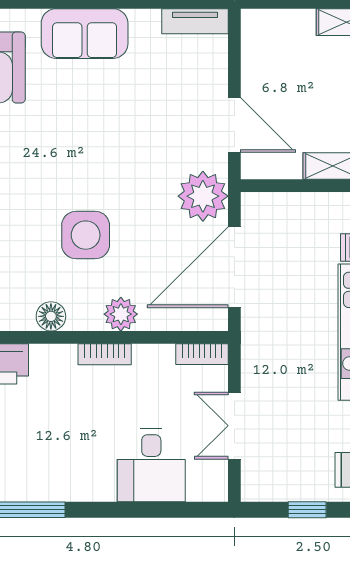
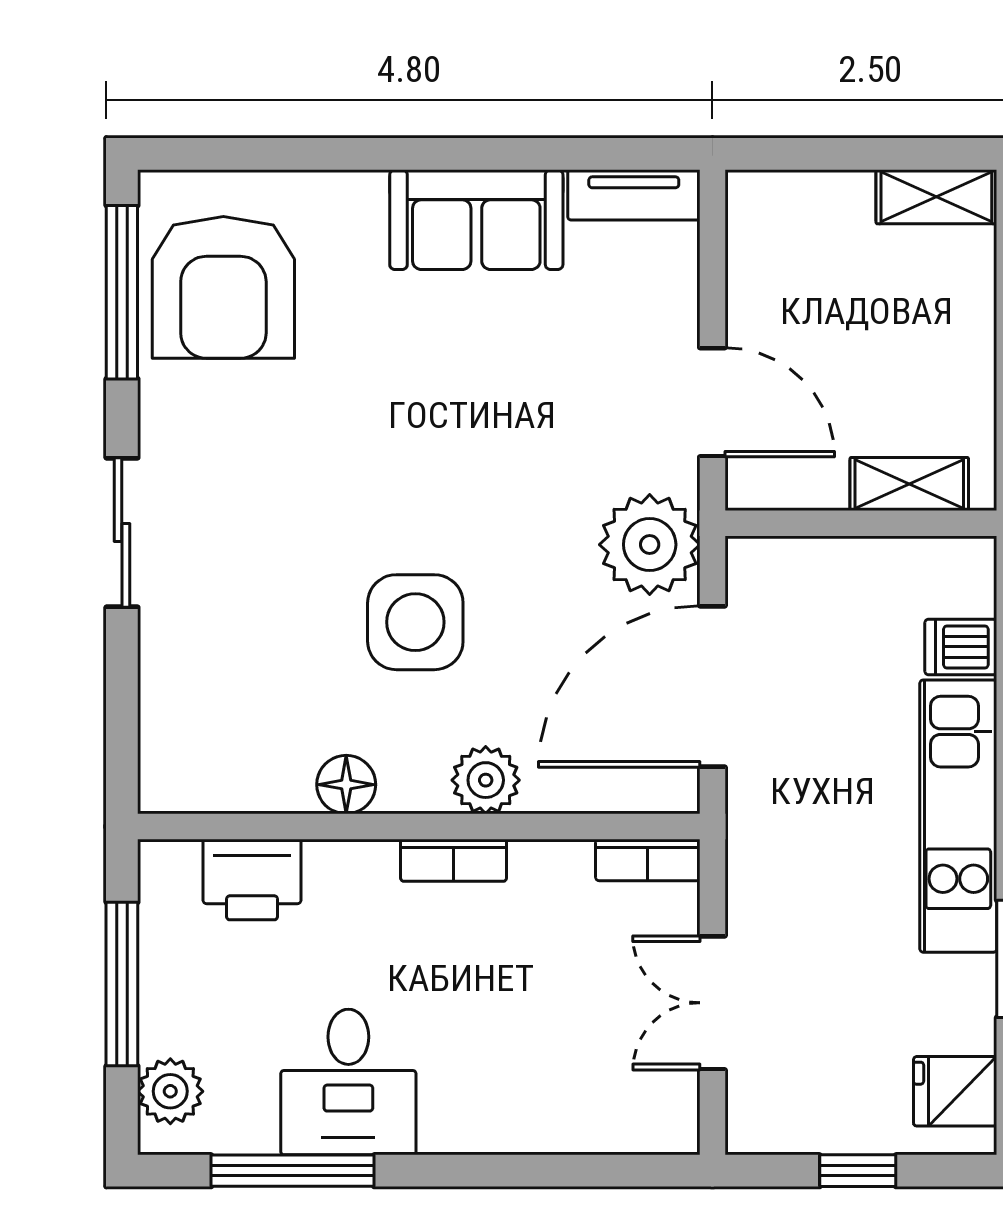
sofa: (85, 34) -> (476, 220), moved
desk: (151, 465) -> (348, 1082), moved

